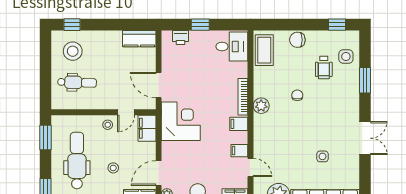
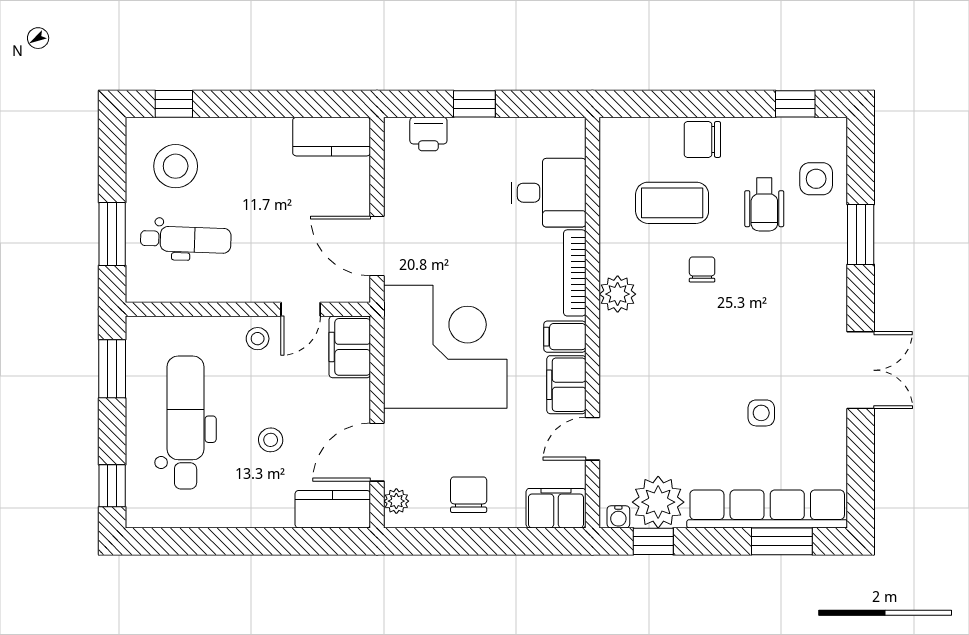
desk: (232, 46) -> (549, 193), moved
coffee table: (264, 50) -> (672, 203), moved, turned 90
window: (46, 80) -> (112, 234), added
corner desk: (181, 121) -> (445, 347), width x1.36, depth x1.36
filing cabinet: (239, 151) -> (566, 385), width x2.00
door: (250, 167) -> (592, 439), swing flipped

